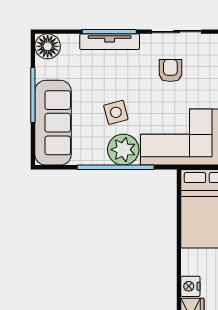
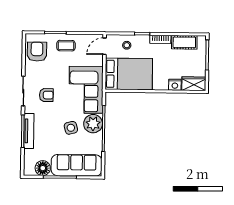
floor lamp: (48, 46) -> (43, 168), moved
armchair: (170, 71) -> (46, 95), turned 180

